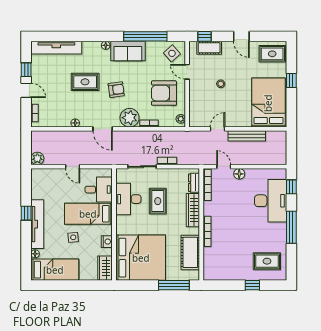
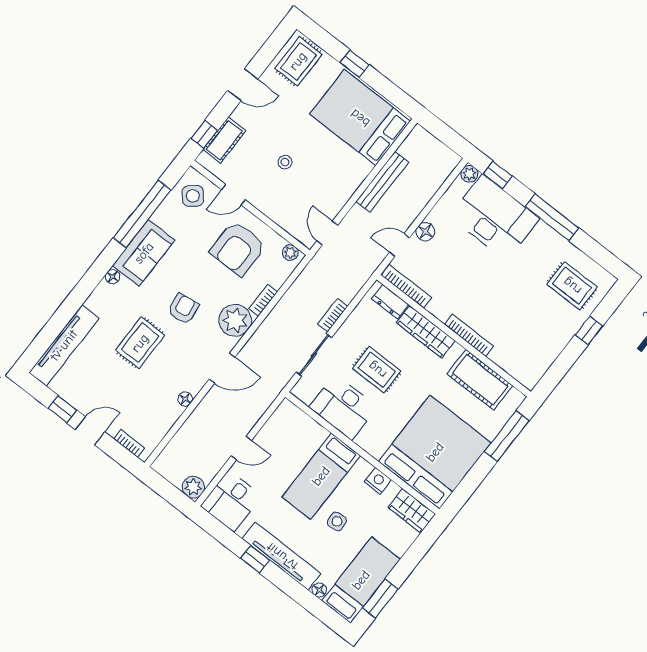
door: (218, 129) -> (327, 233), moved
plant: (282, 173) -> (469, 174), added
desk: (99, 190) -> (231, 501), moved, turned 180
rug: (267, 261) -> (572, 286), turned 90
window: (53, 285) -> (380, 598), added

